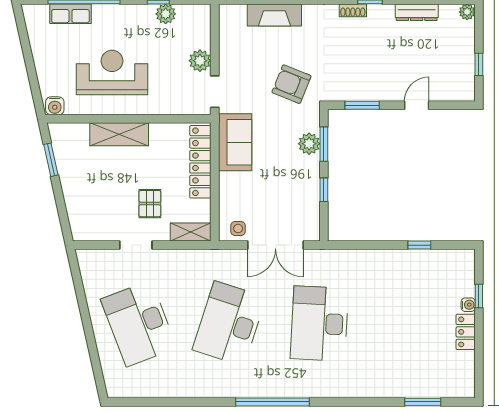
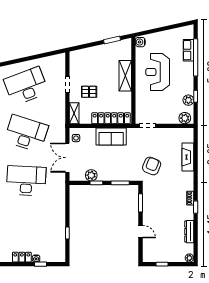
plant: (200, 61) -> (185, 118), moved
reception desk: (112, 73) -> (158, 72), turned 180
sofa: (235, 142) -> (111, 136), moved
plant: (309, 144) -> (91, 175), moved

